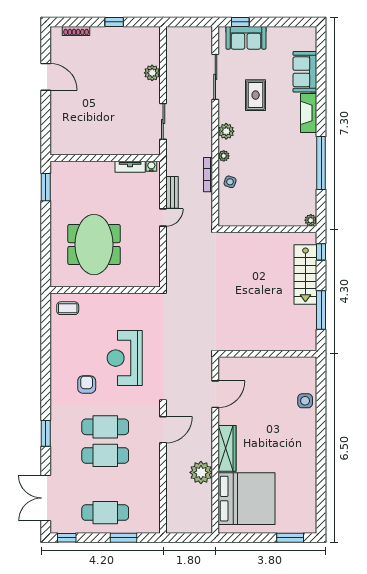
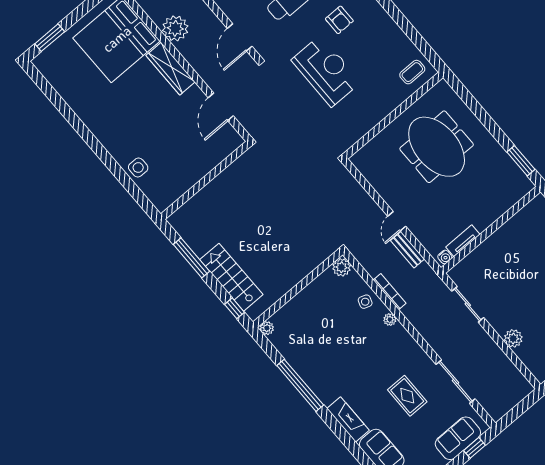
plant: (226, 131) -> (342, 267), moved

